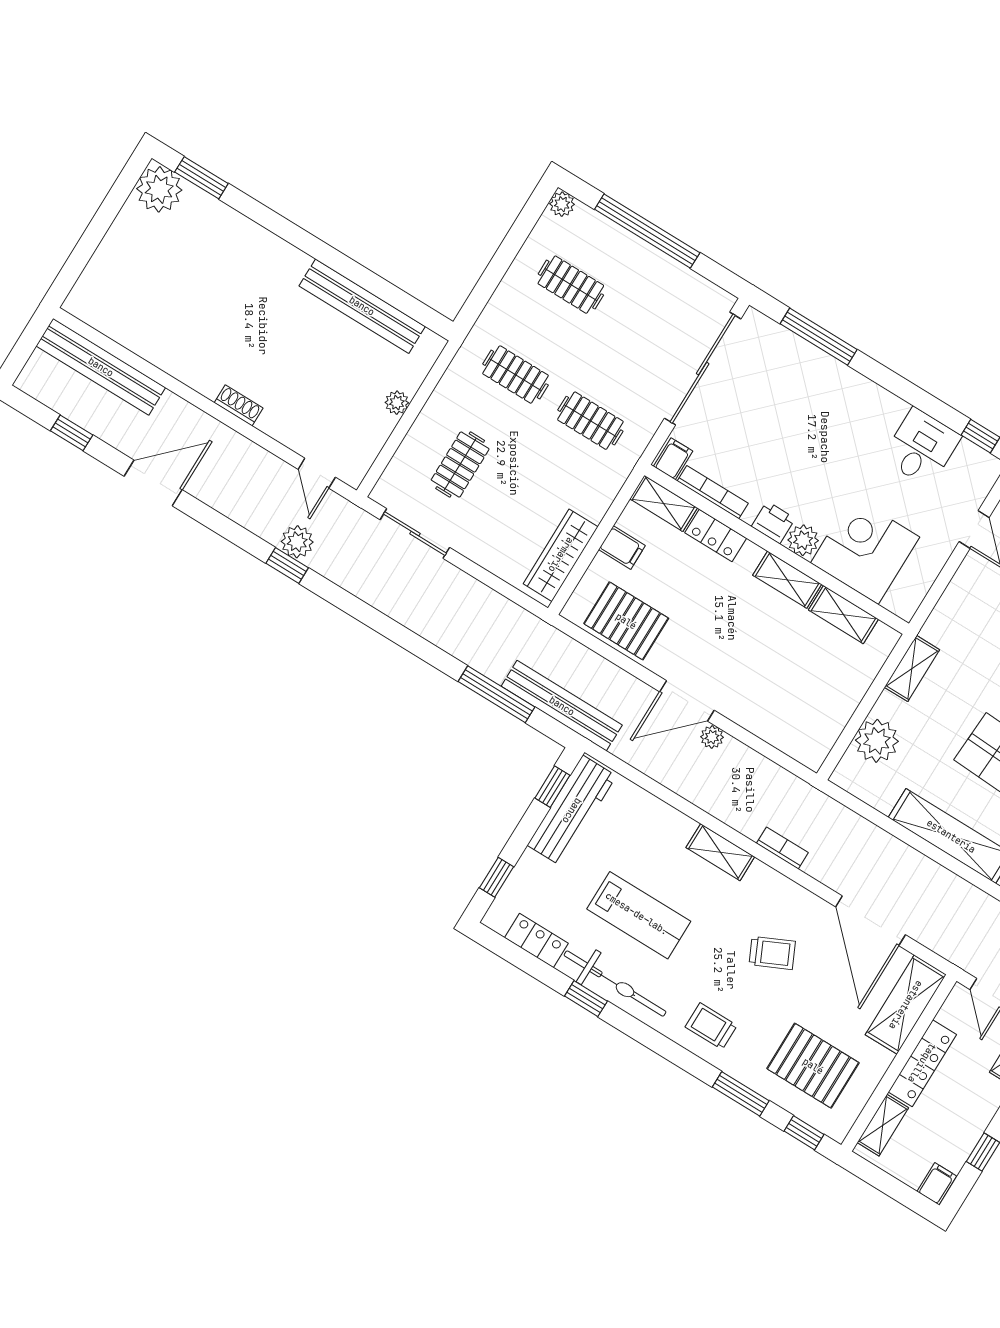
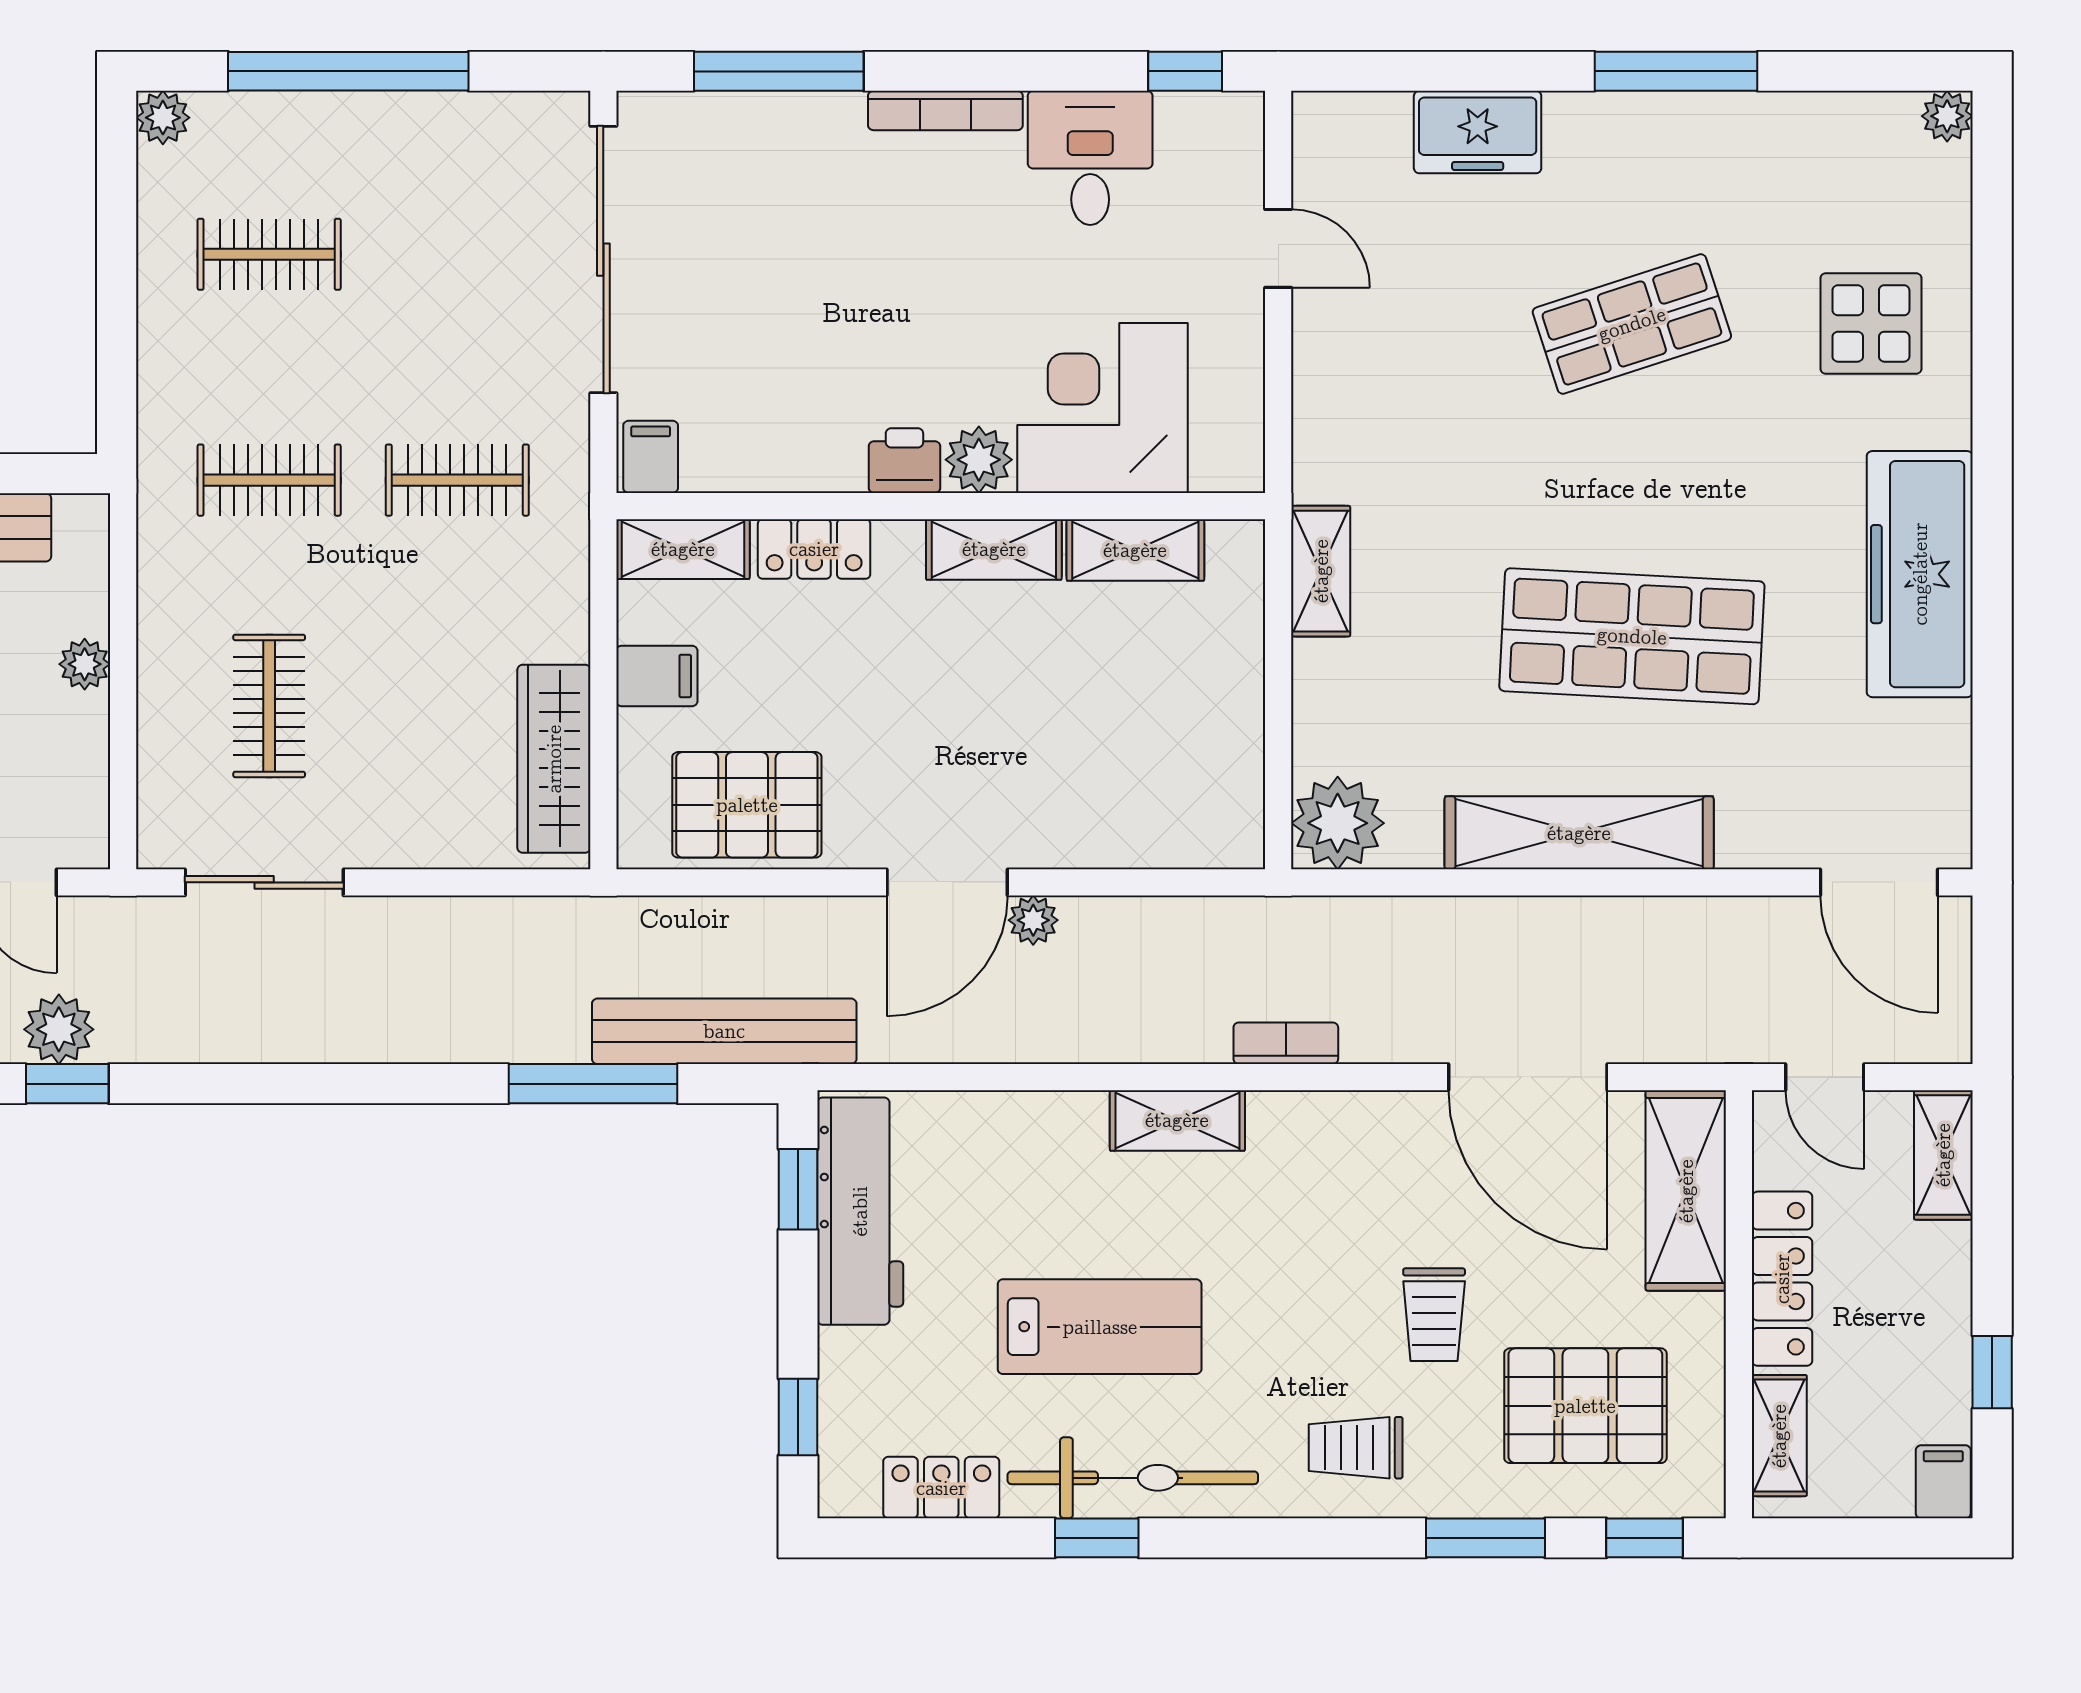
bookcase: (713, 492) -> (945, 111), moved, turned 180
plant: (877, 741) -> (1338, 823), moved
trolley: (772, 953) -> (1434, 1315), moved, turned 115

